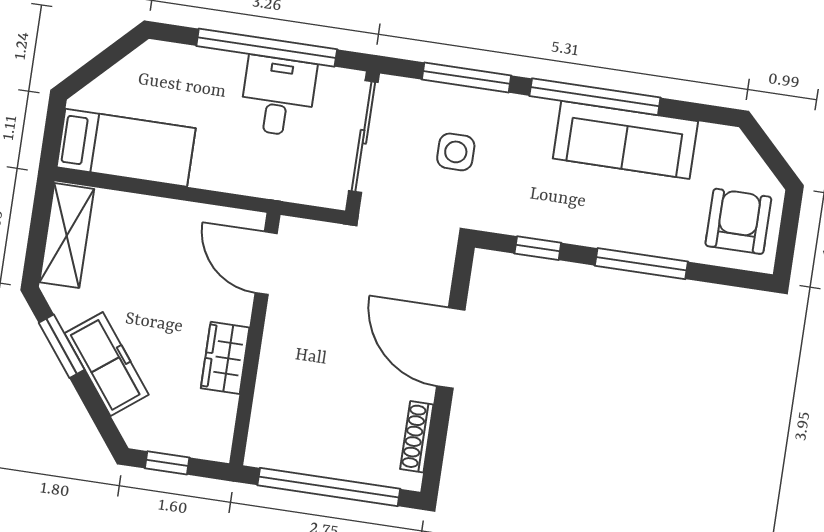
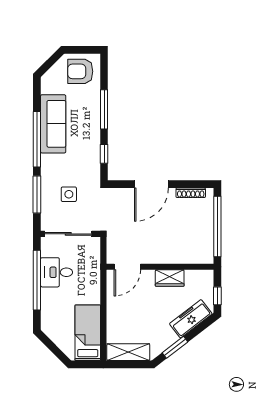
freezer: (107, 364) -> (191, 319), moved

